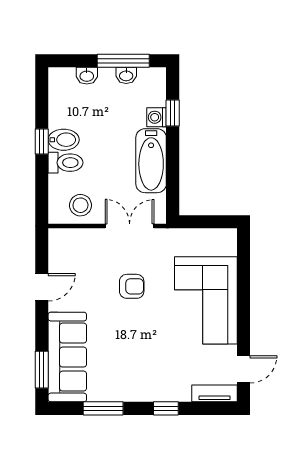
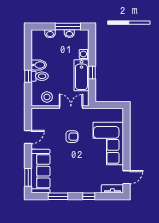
window: (173, 113) -> (92, 72), moved
window: (42, 142) -> (28, 76), moved

